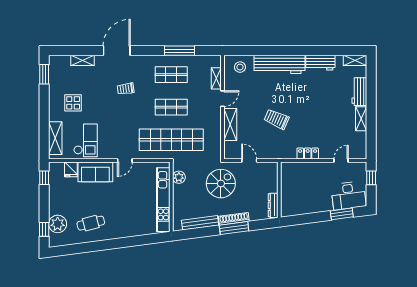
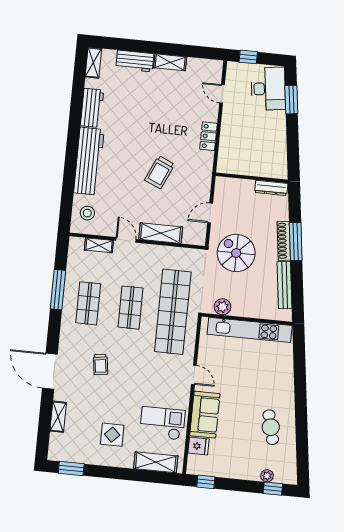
plant: (58, 224) -> (267, 476), width x0.53, depth x0.53

